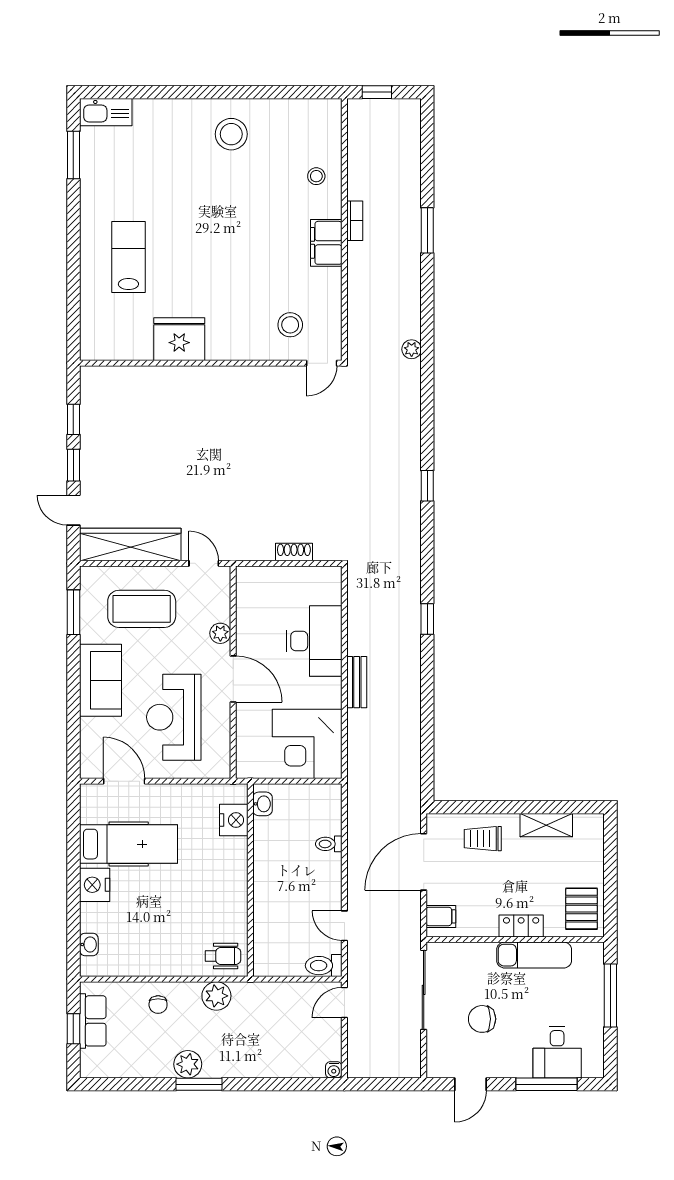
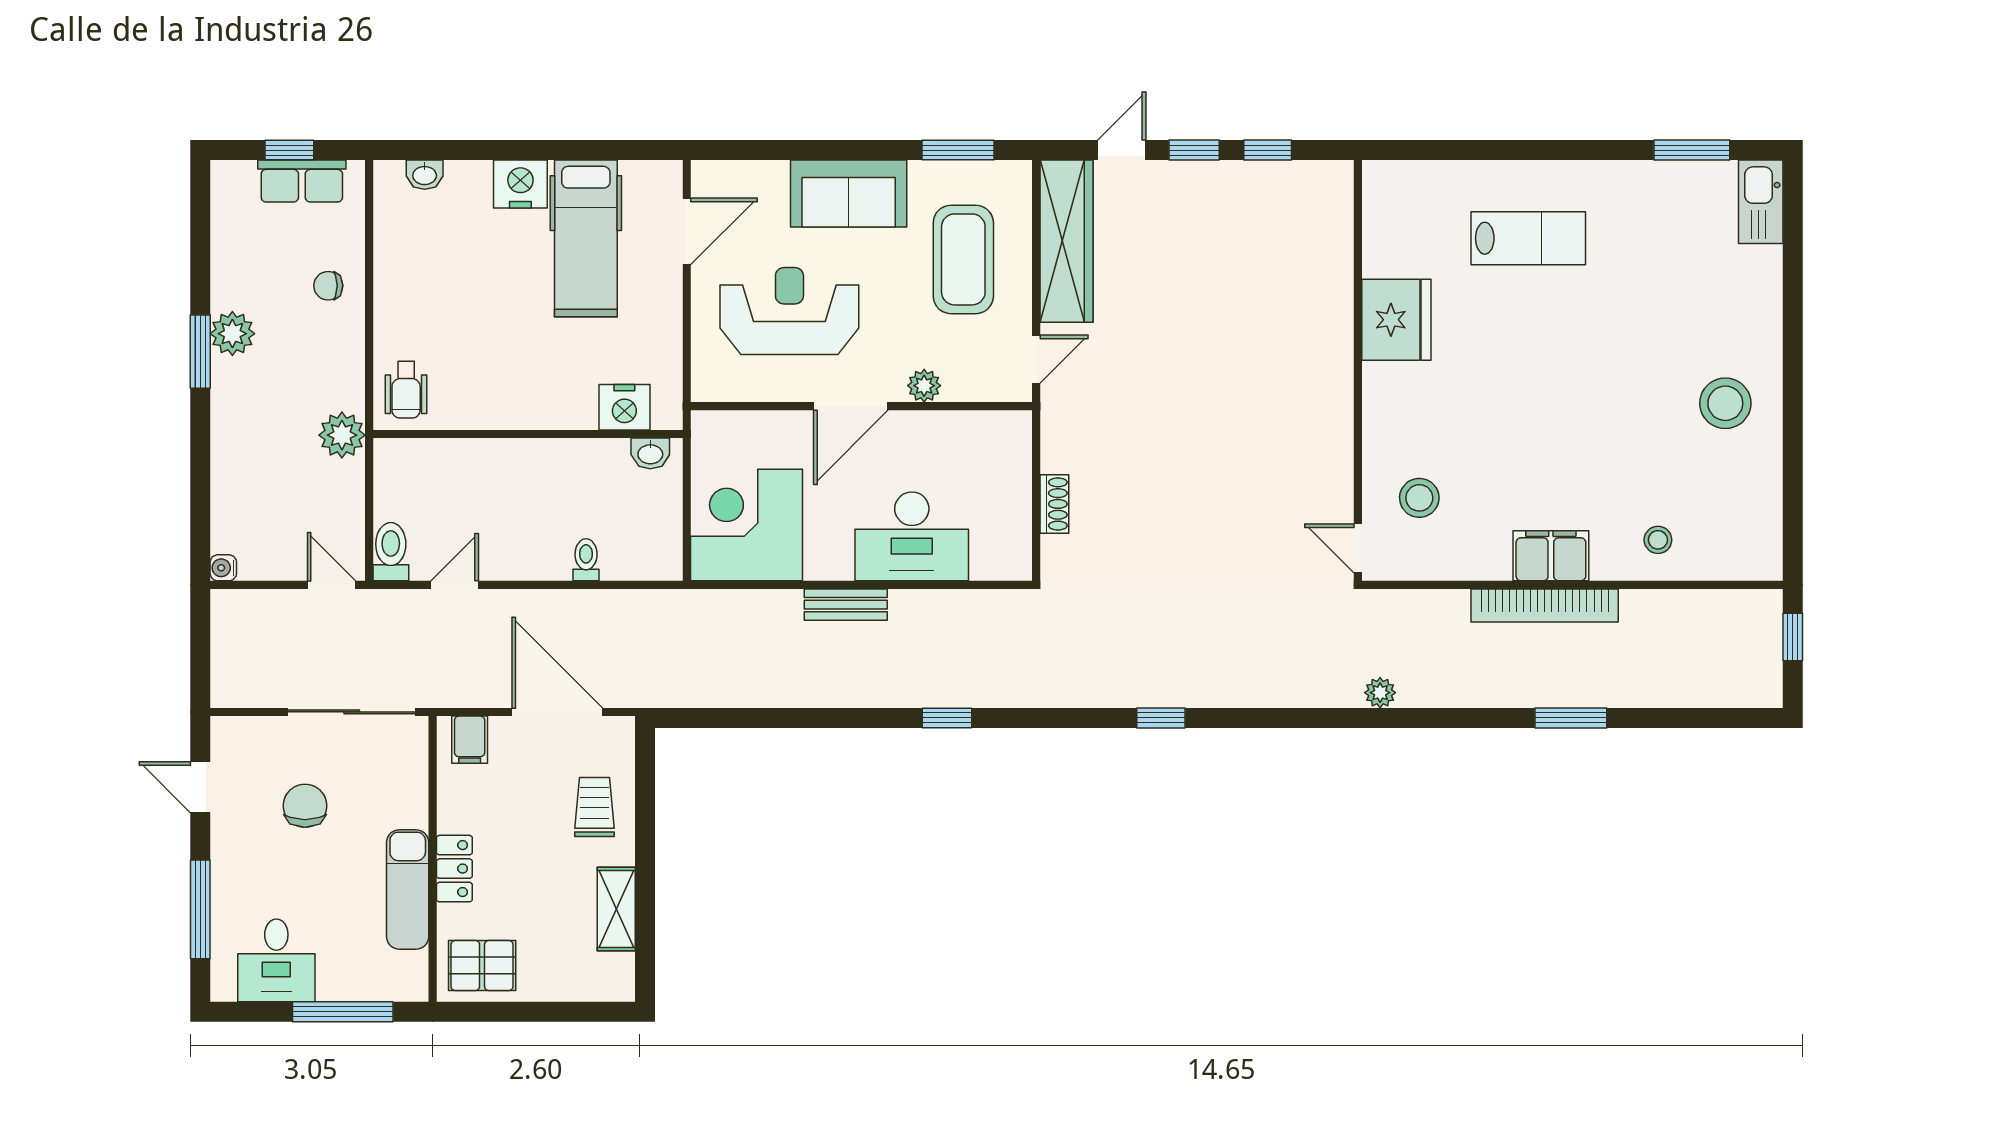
bookcase: (355, 221) -> (1545, 606), width x2.31, depth x1.31
plant: (216, 996) -> (342, 435), moved
desk: (557, 1052) -> (276, 960), moved, turned -90

